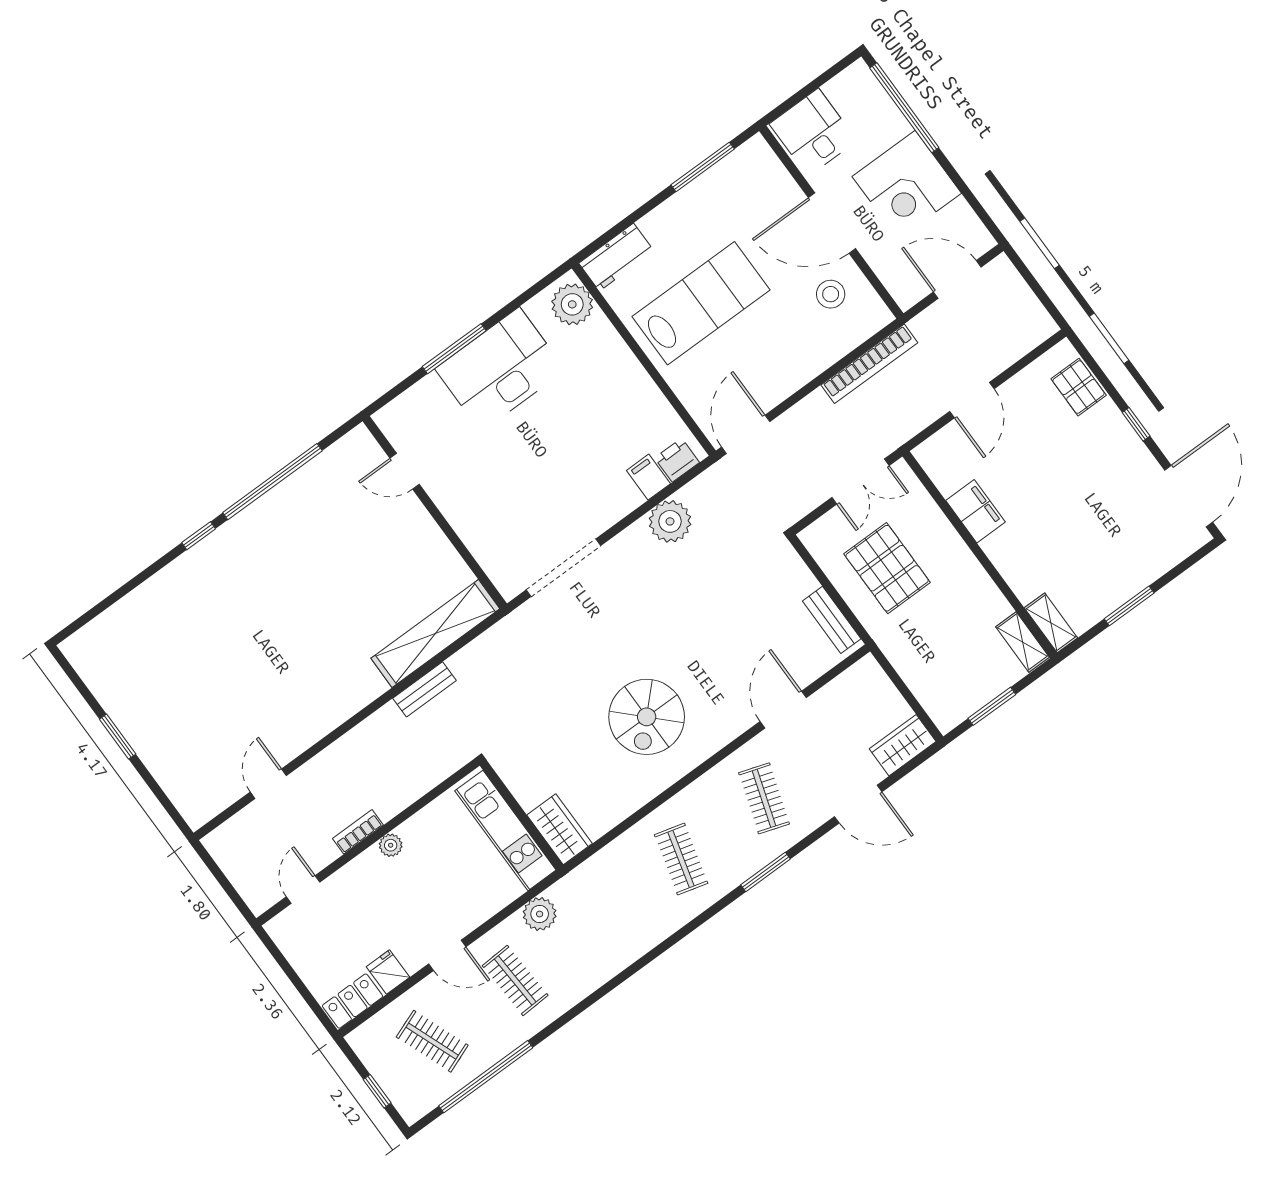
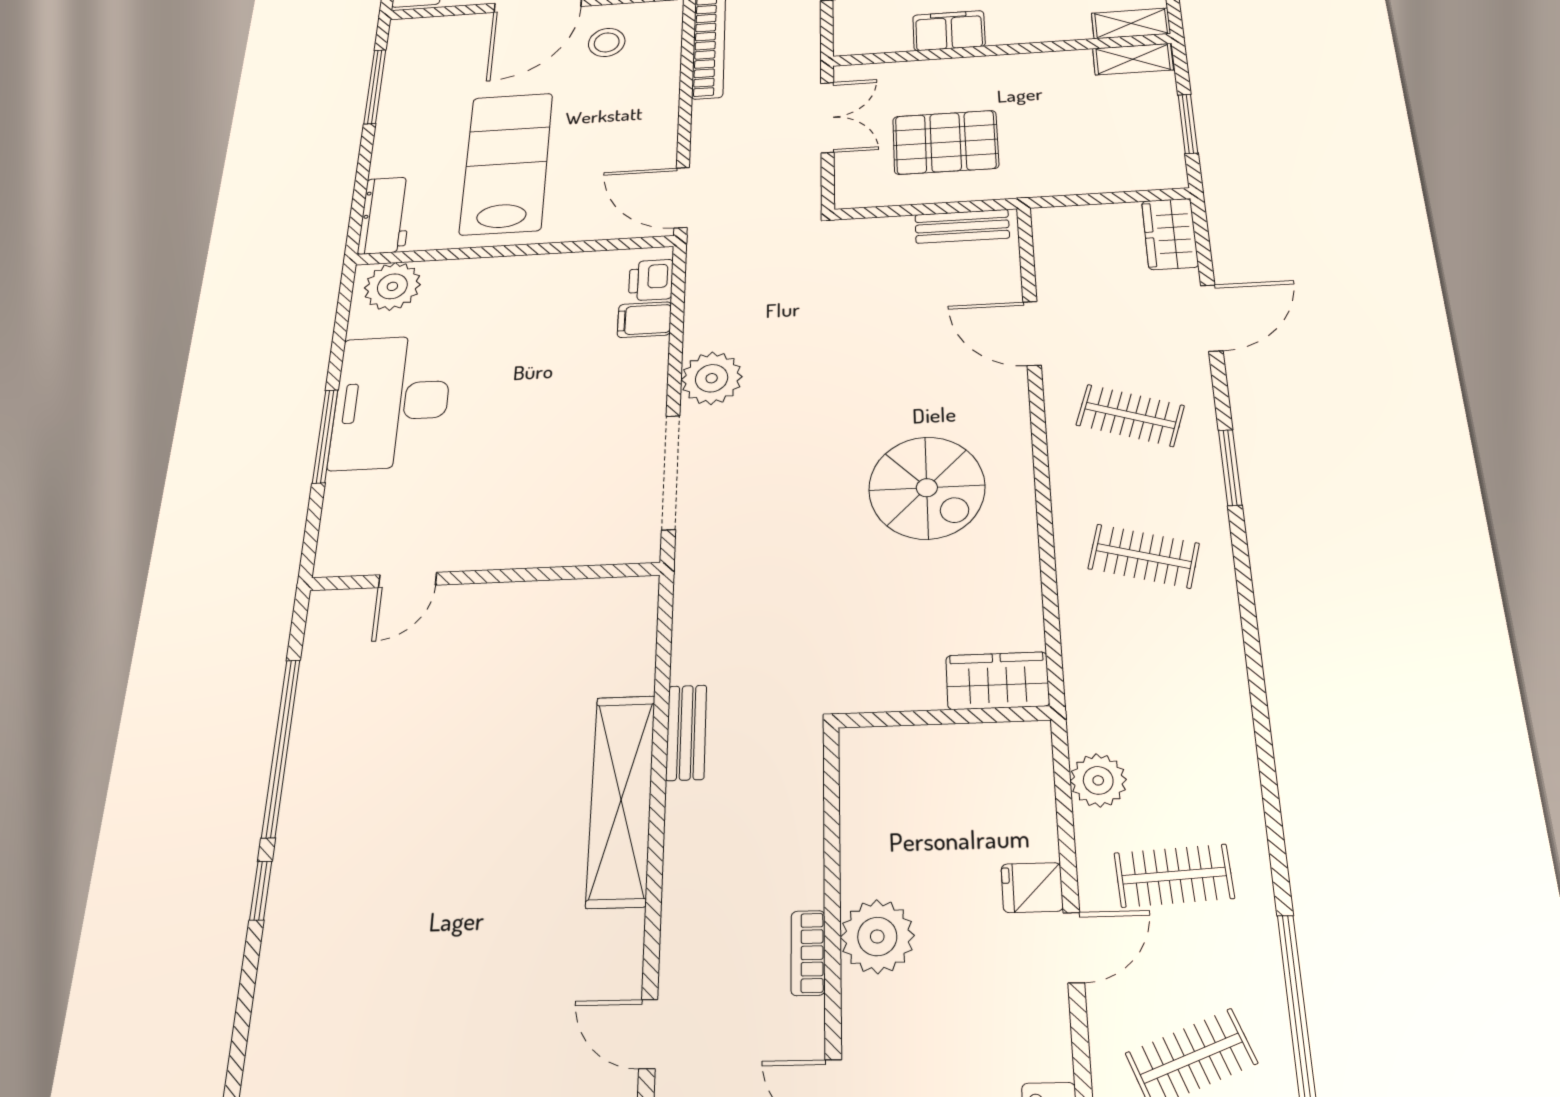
plant: (670, 521) -> (712, 378), moved
shelving: (435, 633) -> (621, 800), moved
kitchen unit: (505, 830) -> (950, 751), removed
plant: (391, 845) -> (877, 936), width x1.87, depth x1.87
fridge: (388, 972) -> (1032, 888), moved

